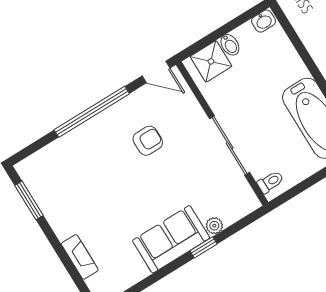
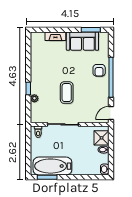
armchair: (148, 141) -> (99, 70), moved
coffee table: (168, 174) -> (67, 93), added
sofa: (171, 239) -> (82, 41), moved, turned 90

